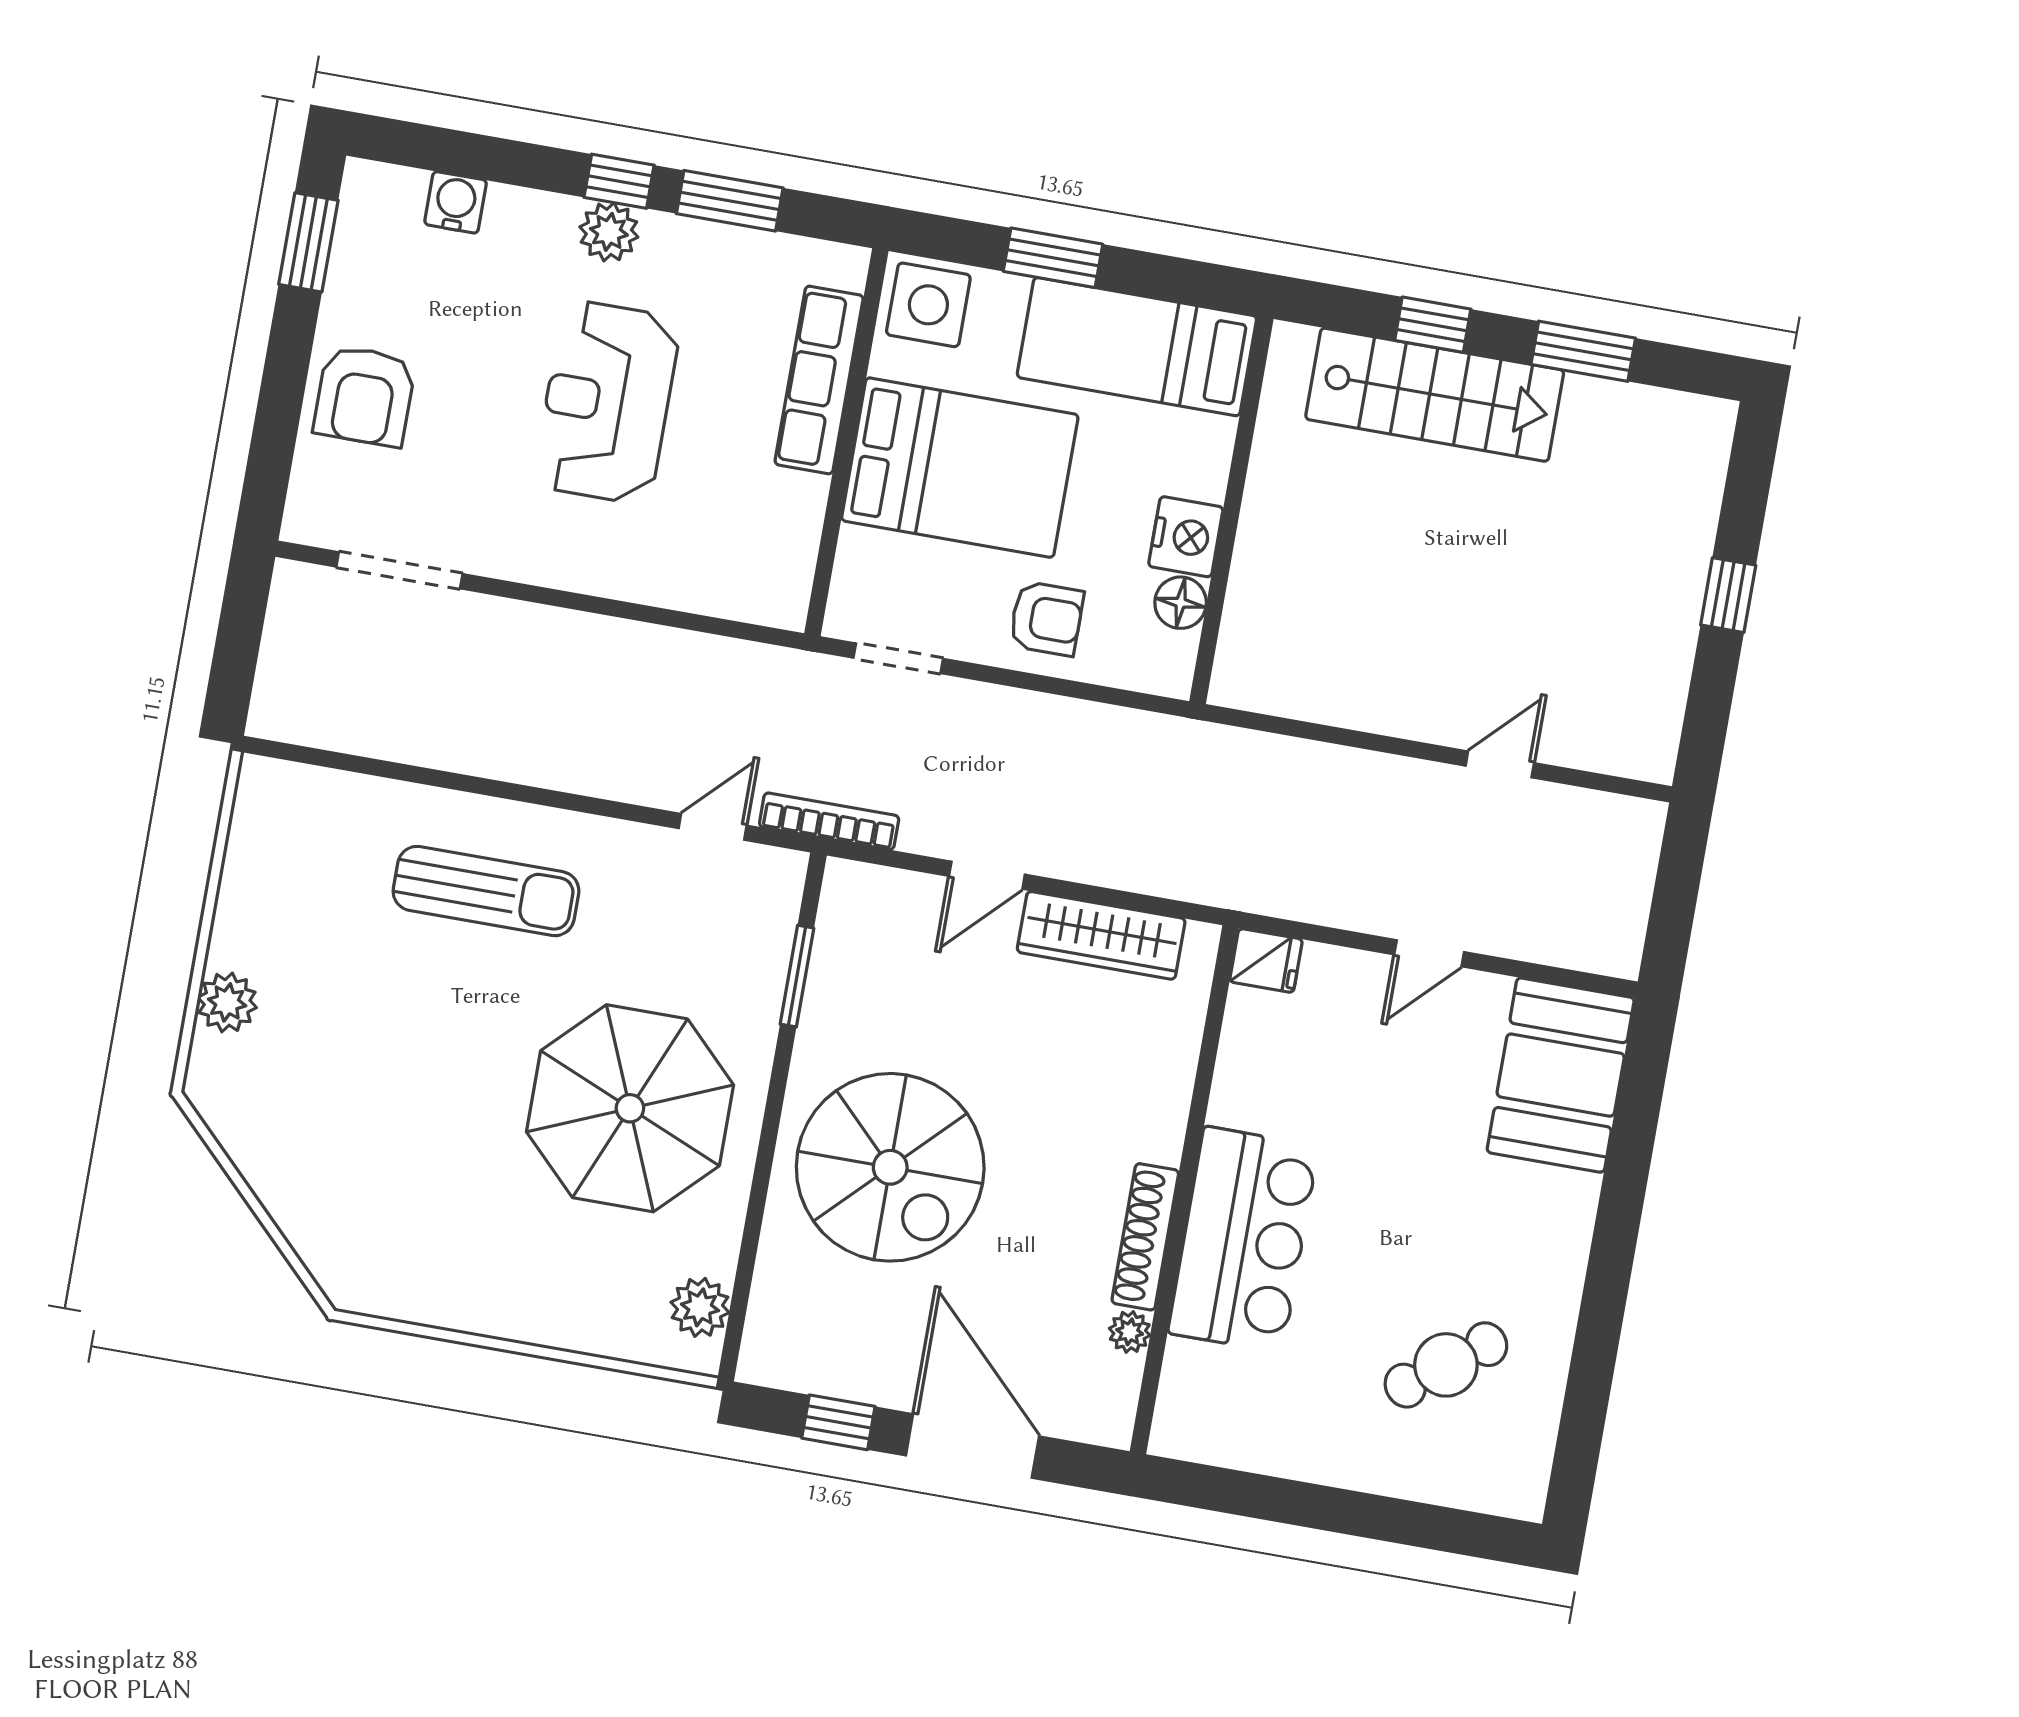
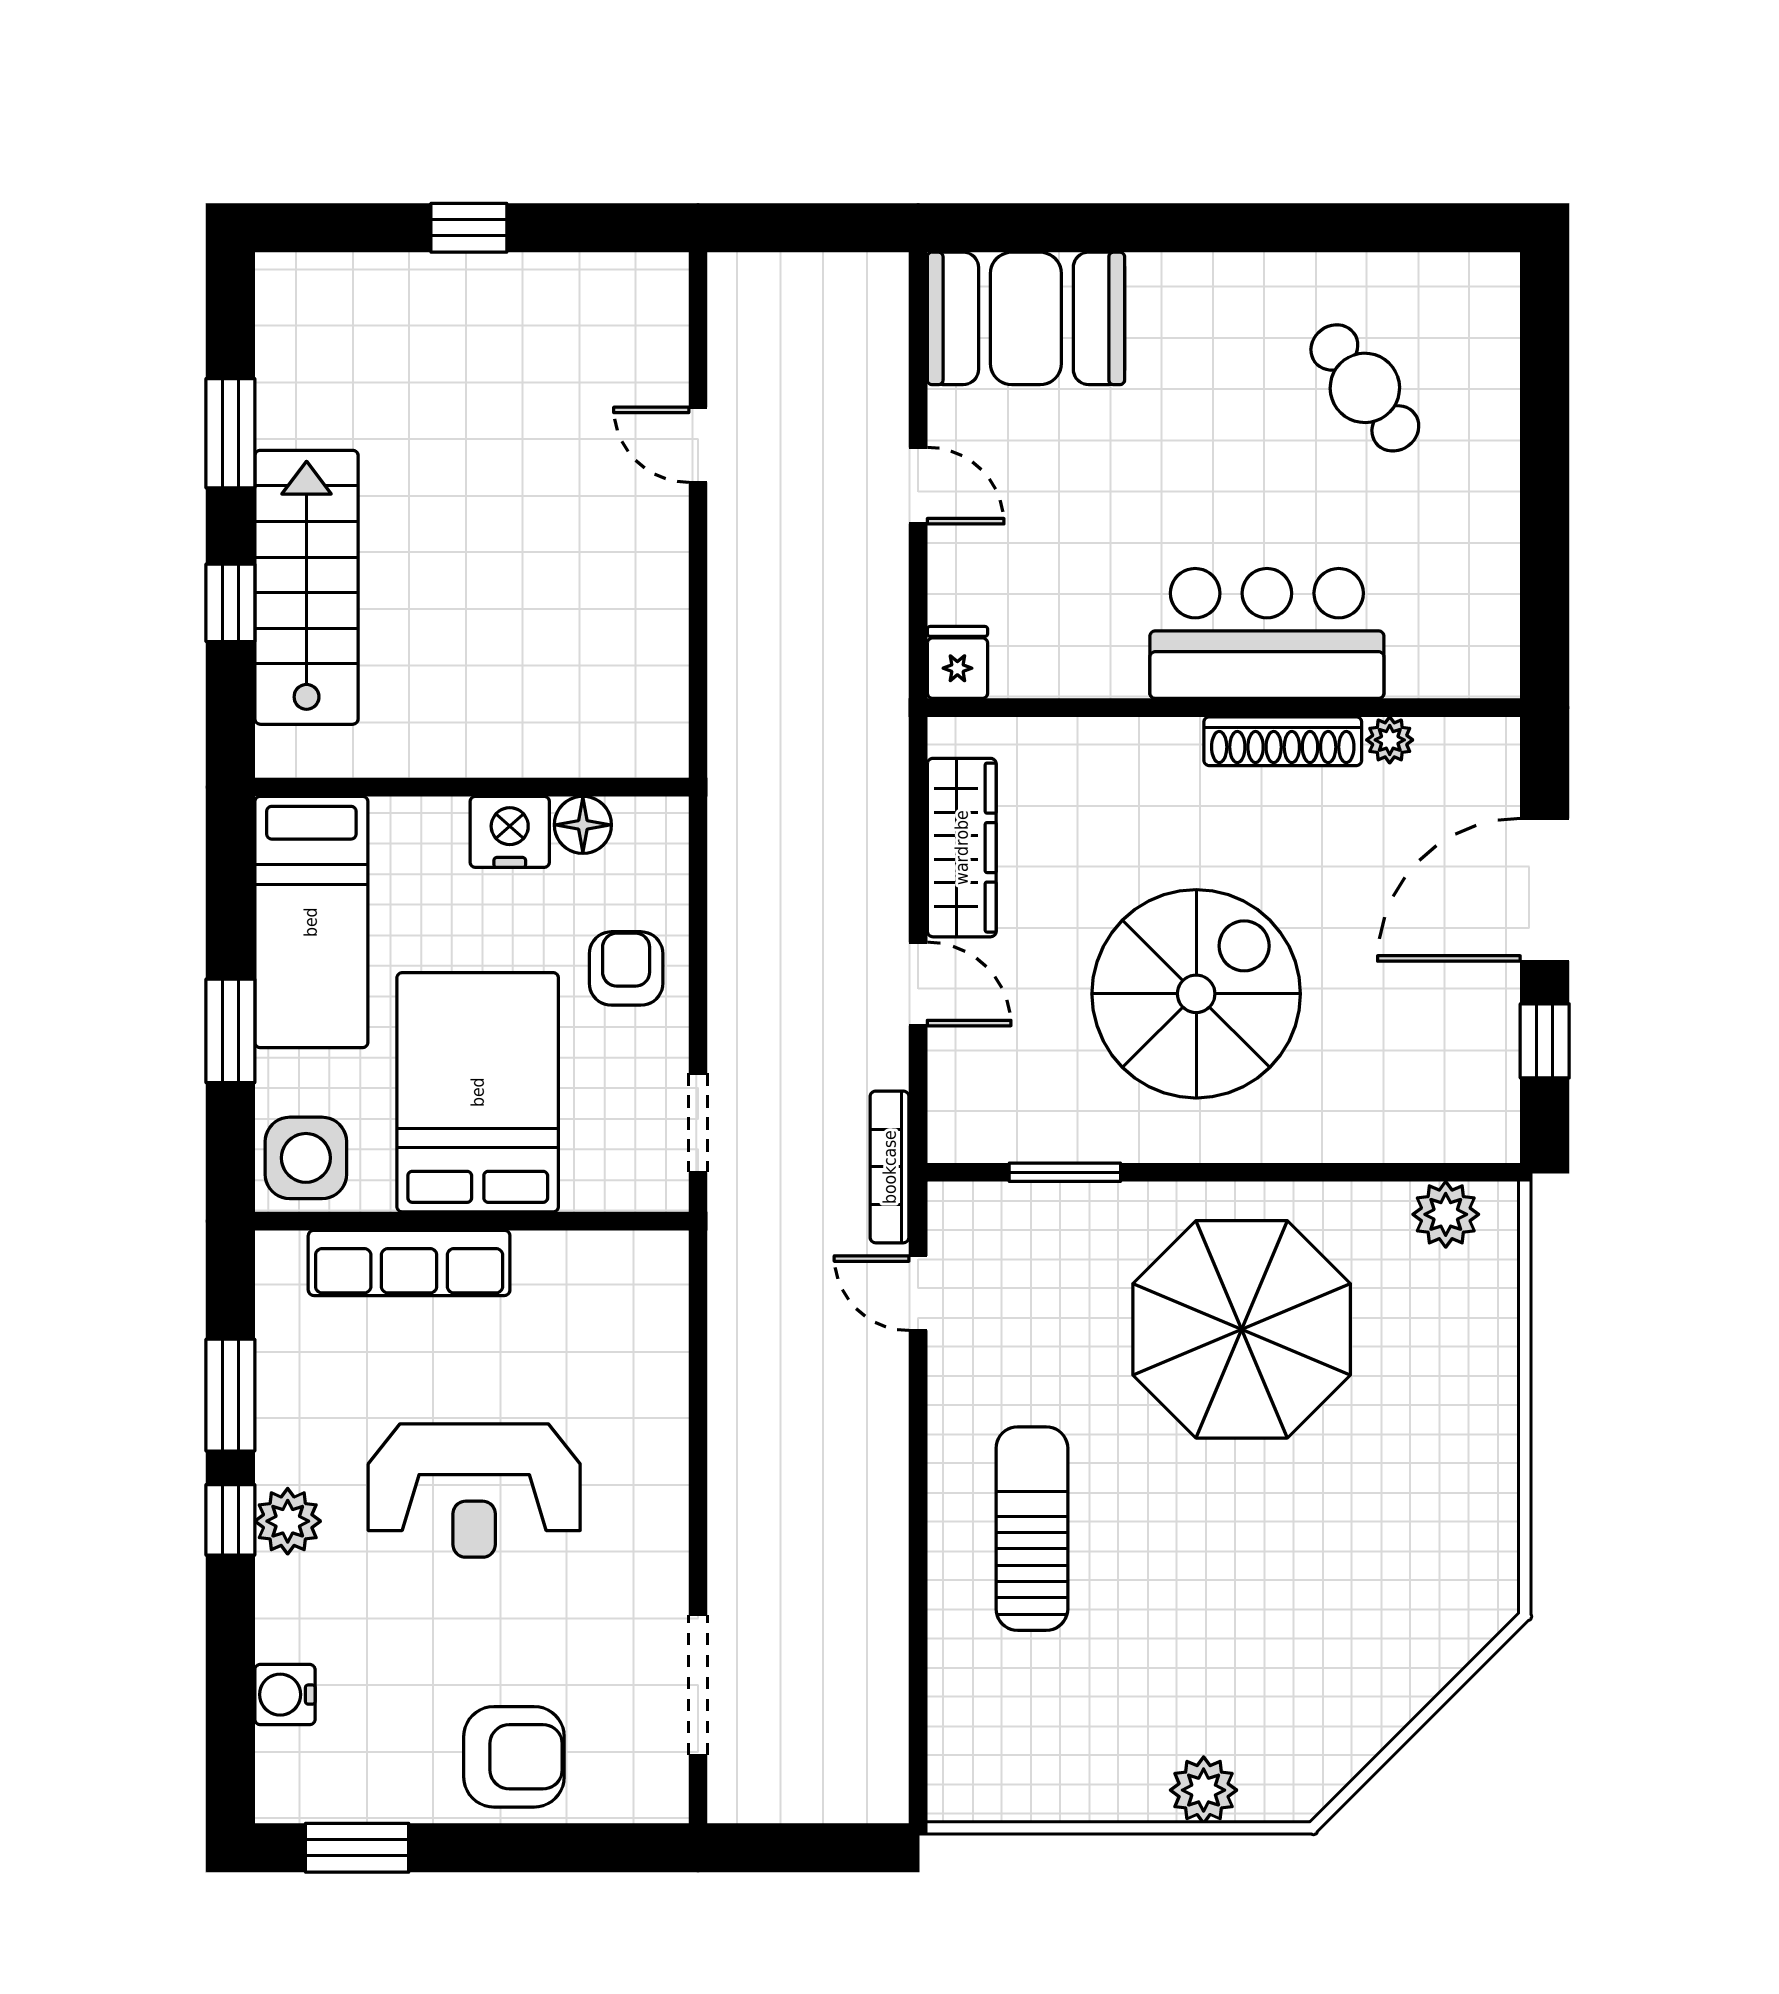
spiral stairs: (890, 1167) -> (1196, 994), moved

